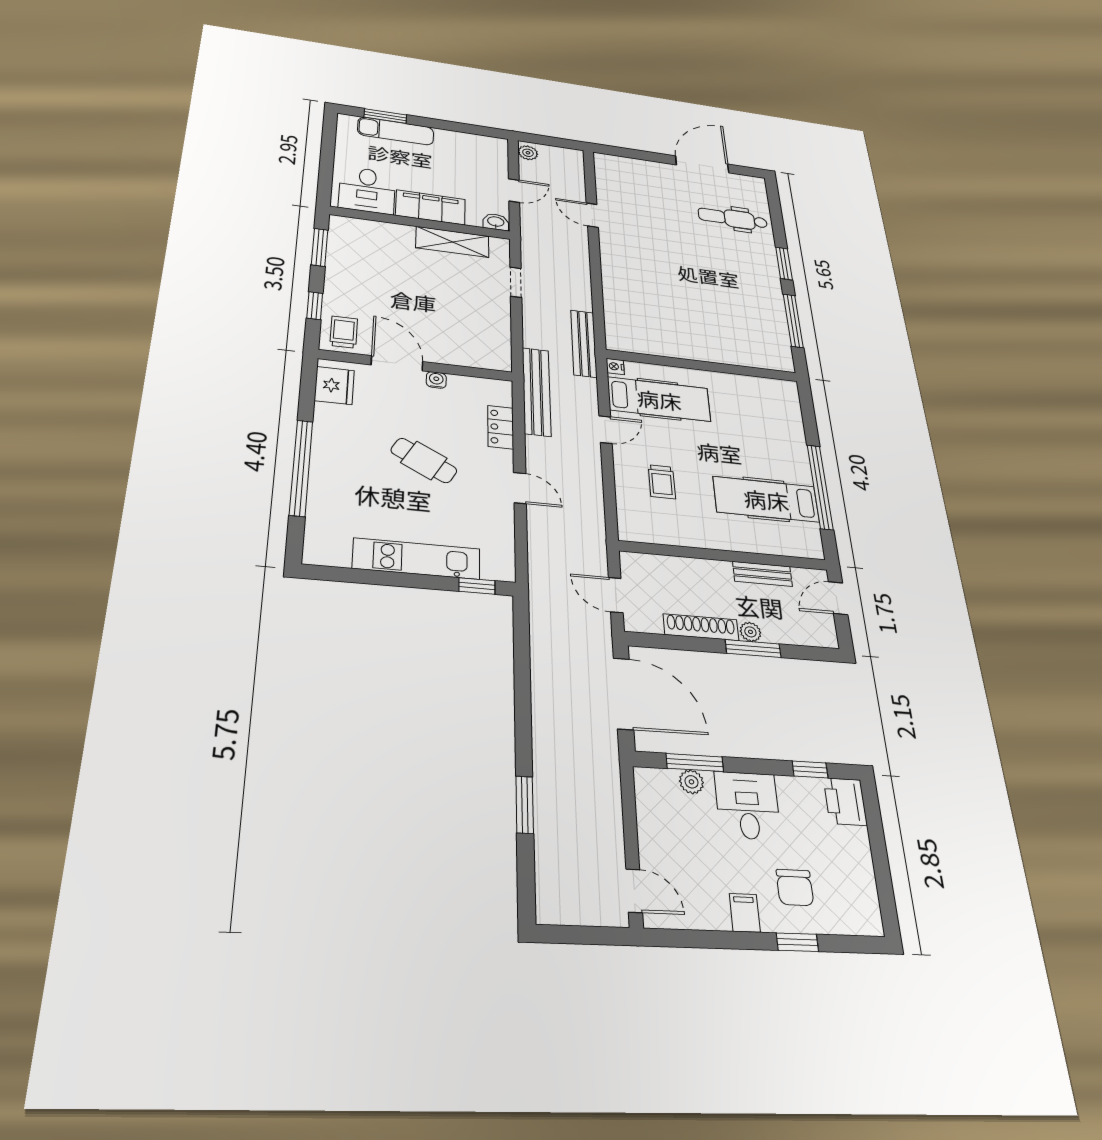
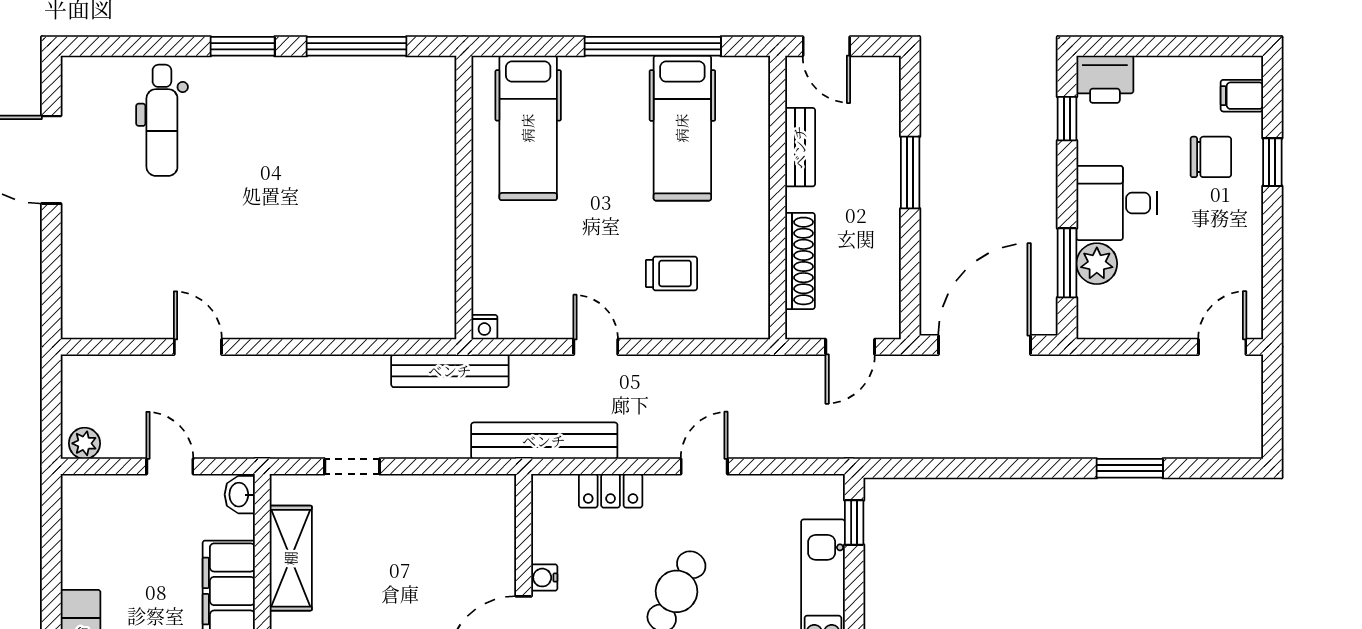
door: (592, 215) -> (198, 347), swing flipped
hospital bed: (659, 399) -> (528, 128), moved, turned 180
shoe rack: (701, 627) -> (800, 261), moved, turned 180
plant: (750, 632) -> (887, 173), removed
plant: (691, 782) -> (1097, 264), width x1.38, depth x1.38
filing cabinet: (745, 913) -> (1242, 96), moved

